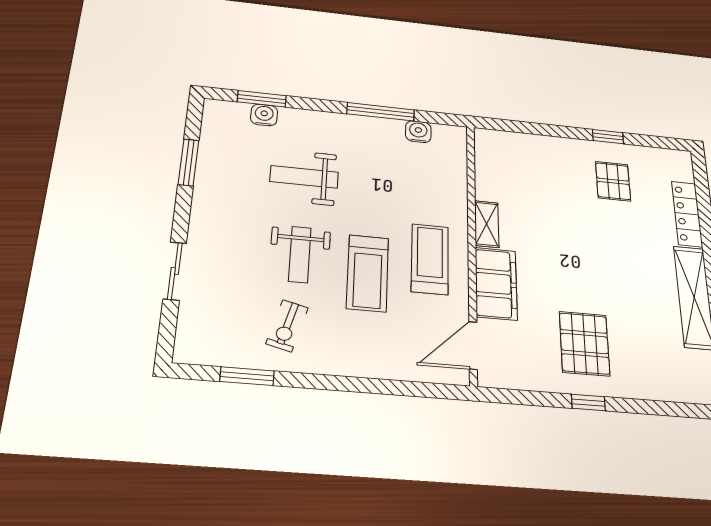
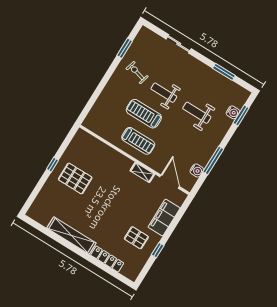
weight bench: (304, 177) -> (197, 113), turned -90
filing cabinet: (496, 284) -> (164, 218), moved, turned 90
door: (473, 345) -> (170, 182), moved

